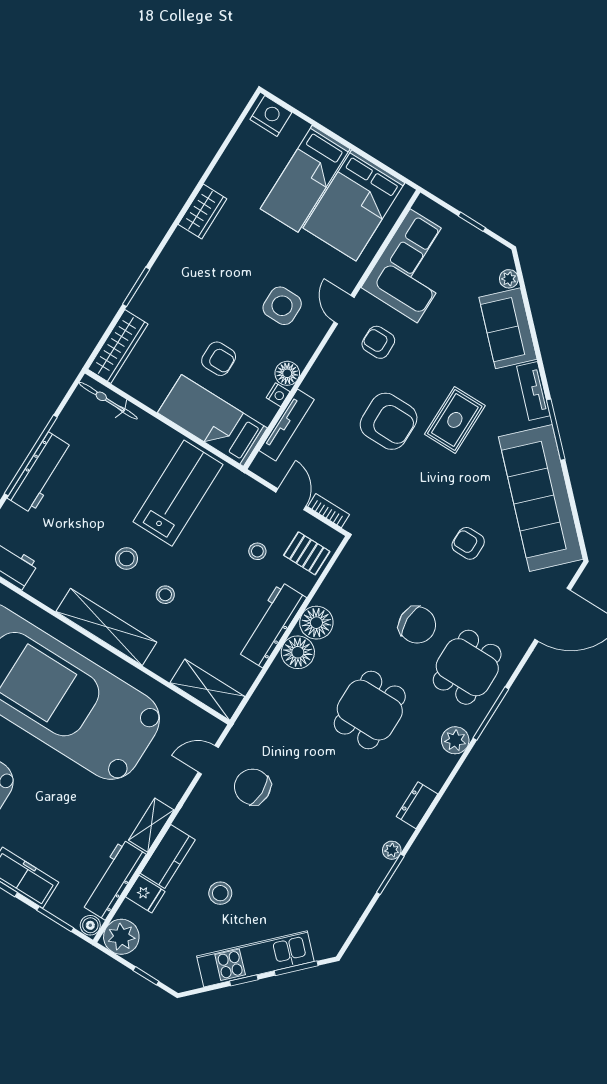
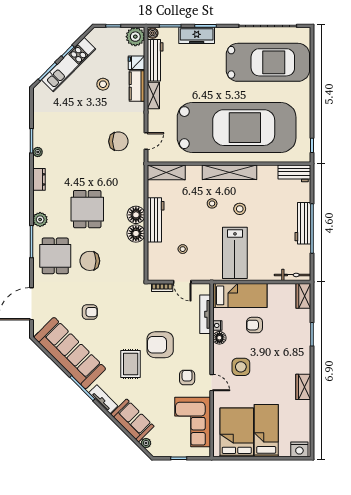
armchair: (378, 342) -> (187, 378), turned -90
wardrobe: (118, 347) -> (303, 296), width x0.67
pallet: (307, 553) -> (160, 262), removed

